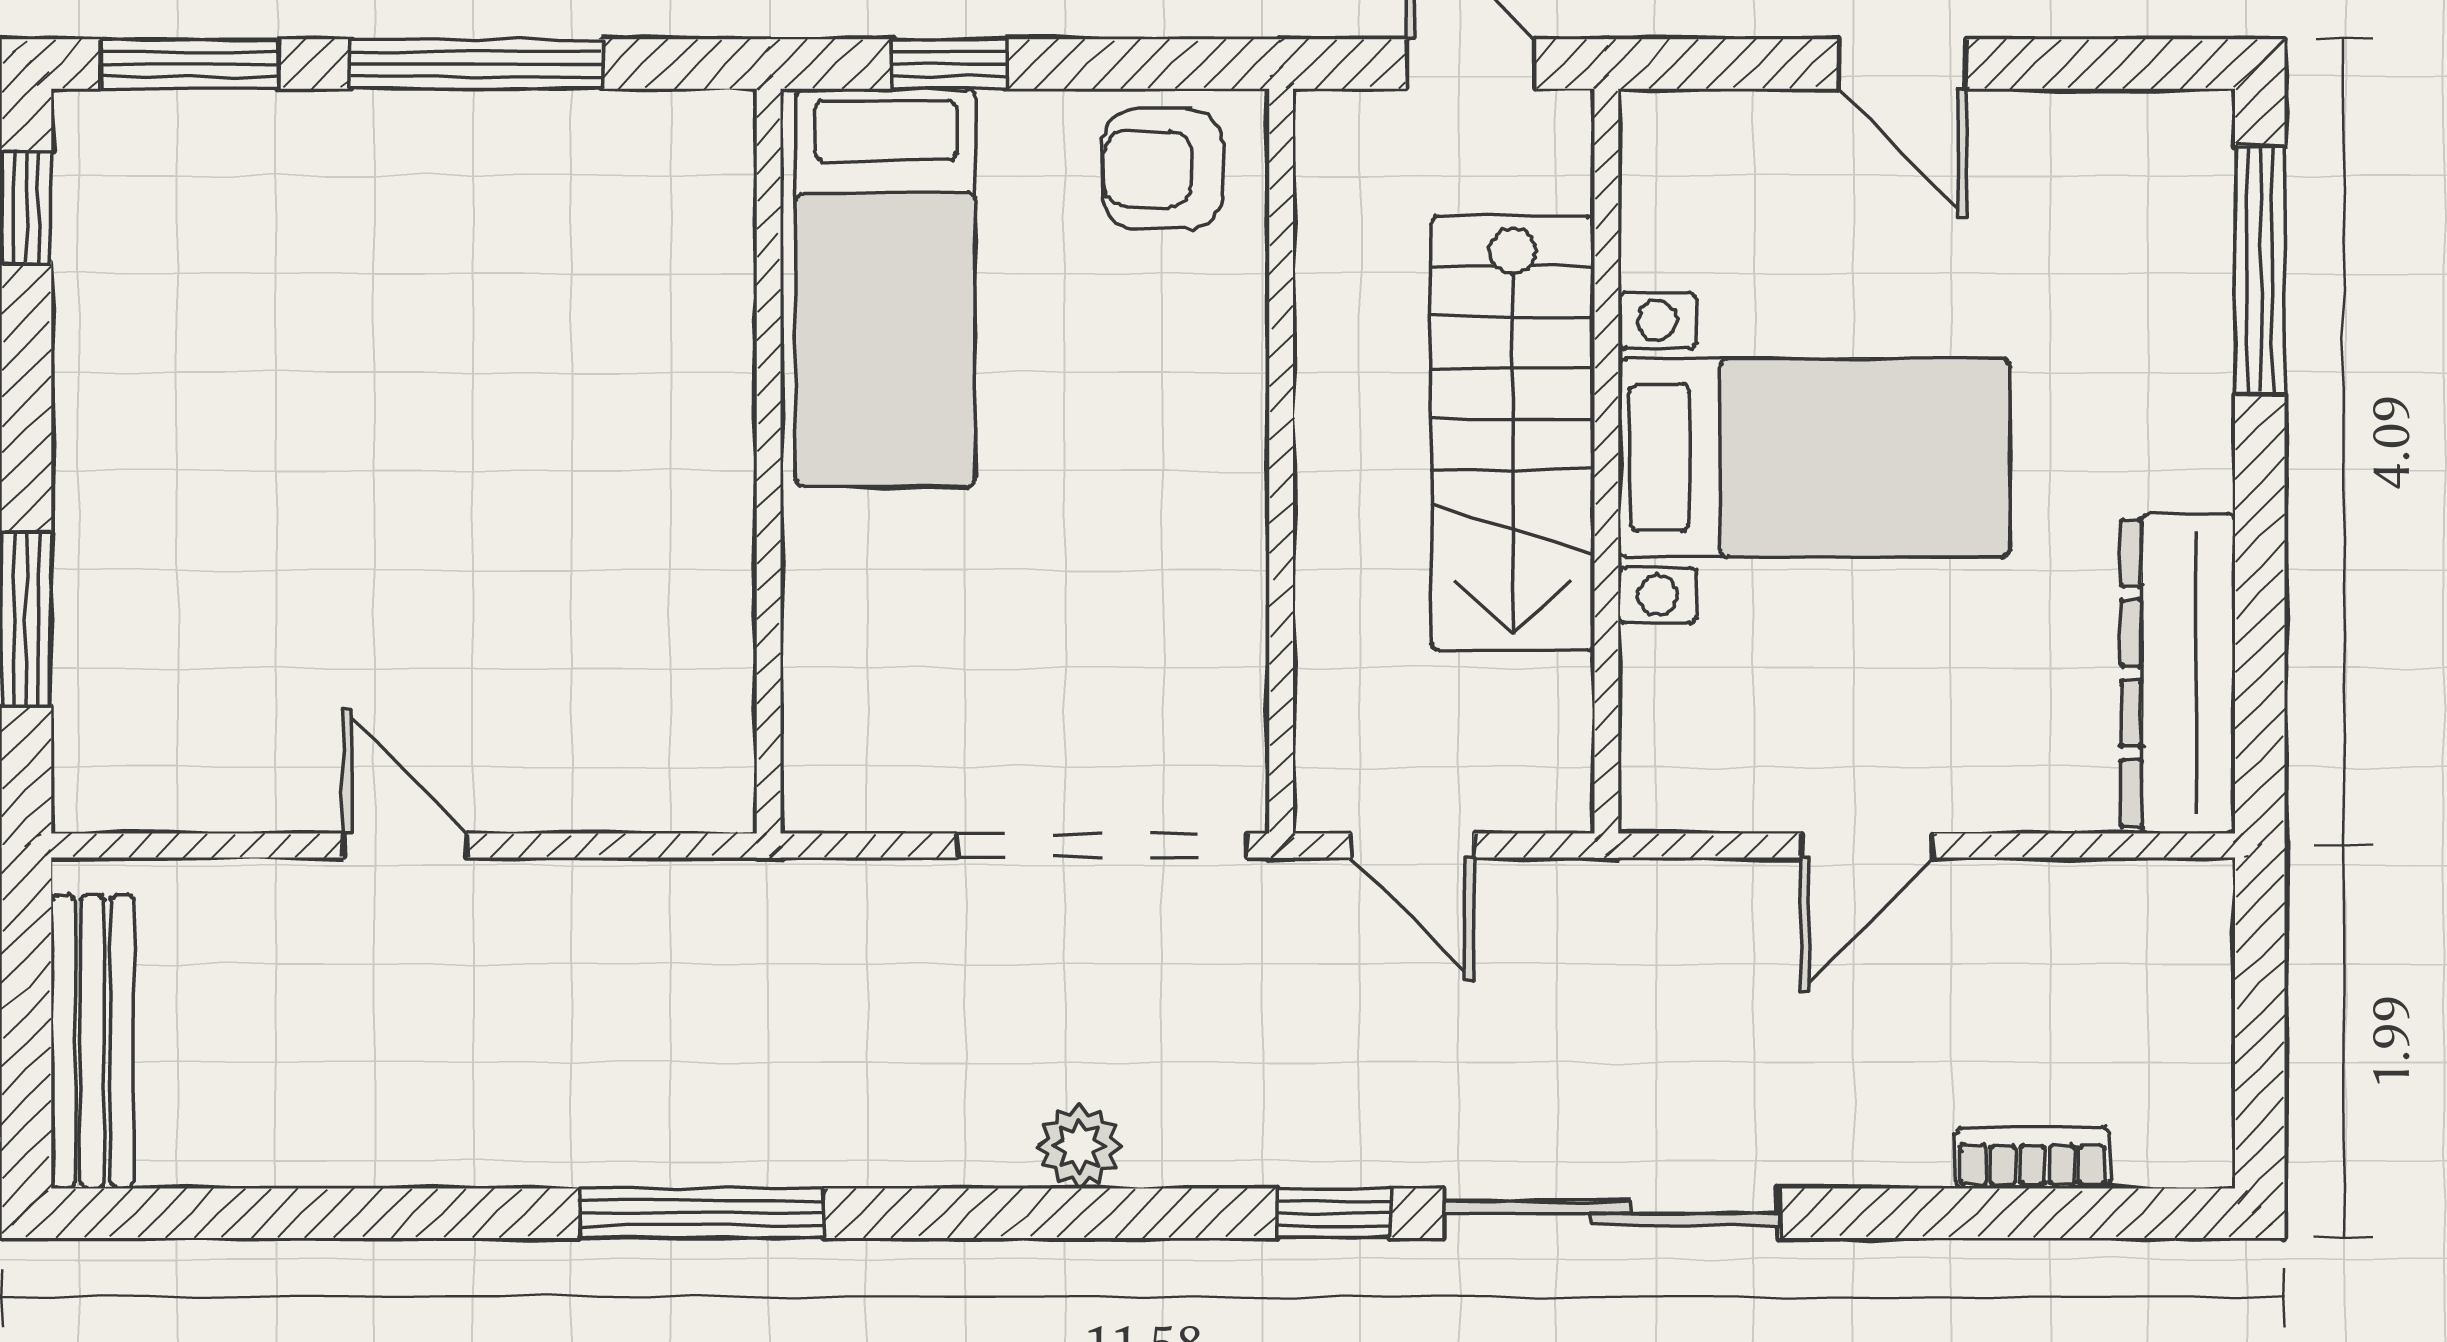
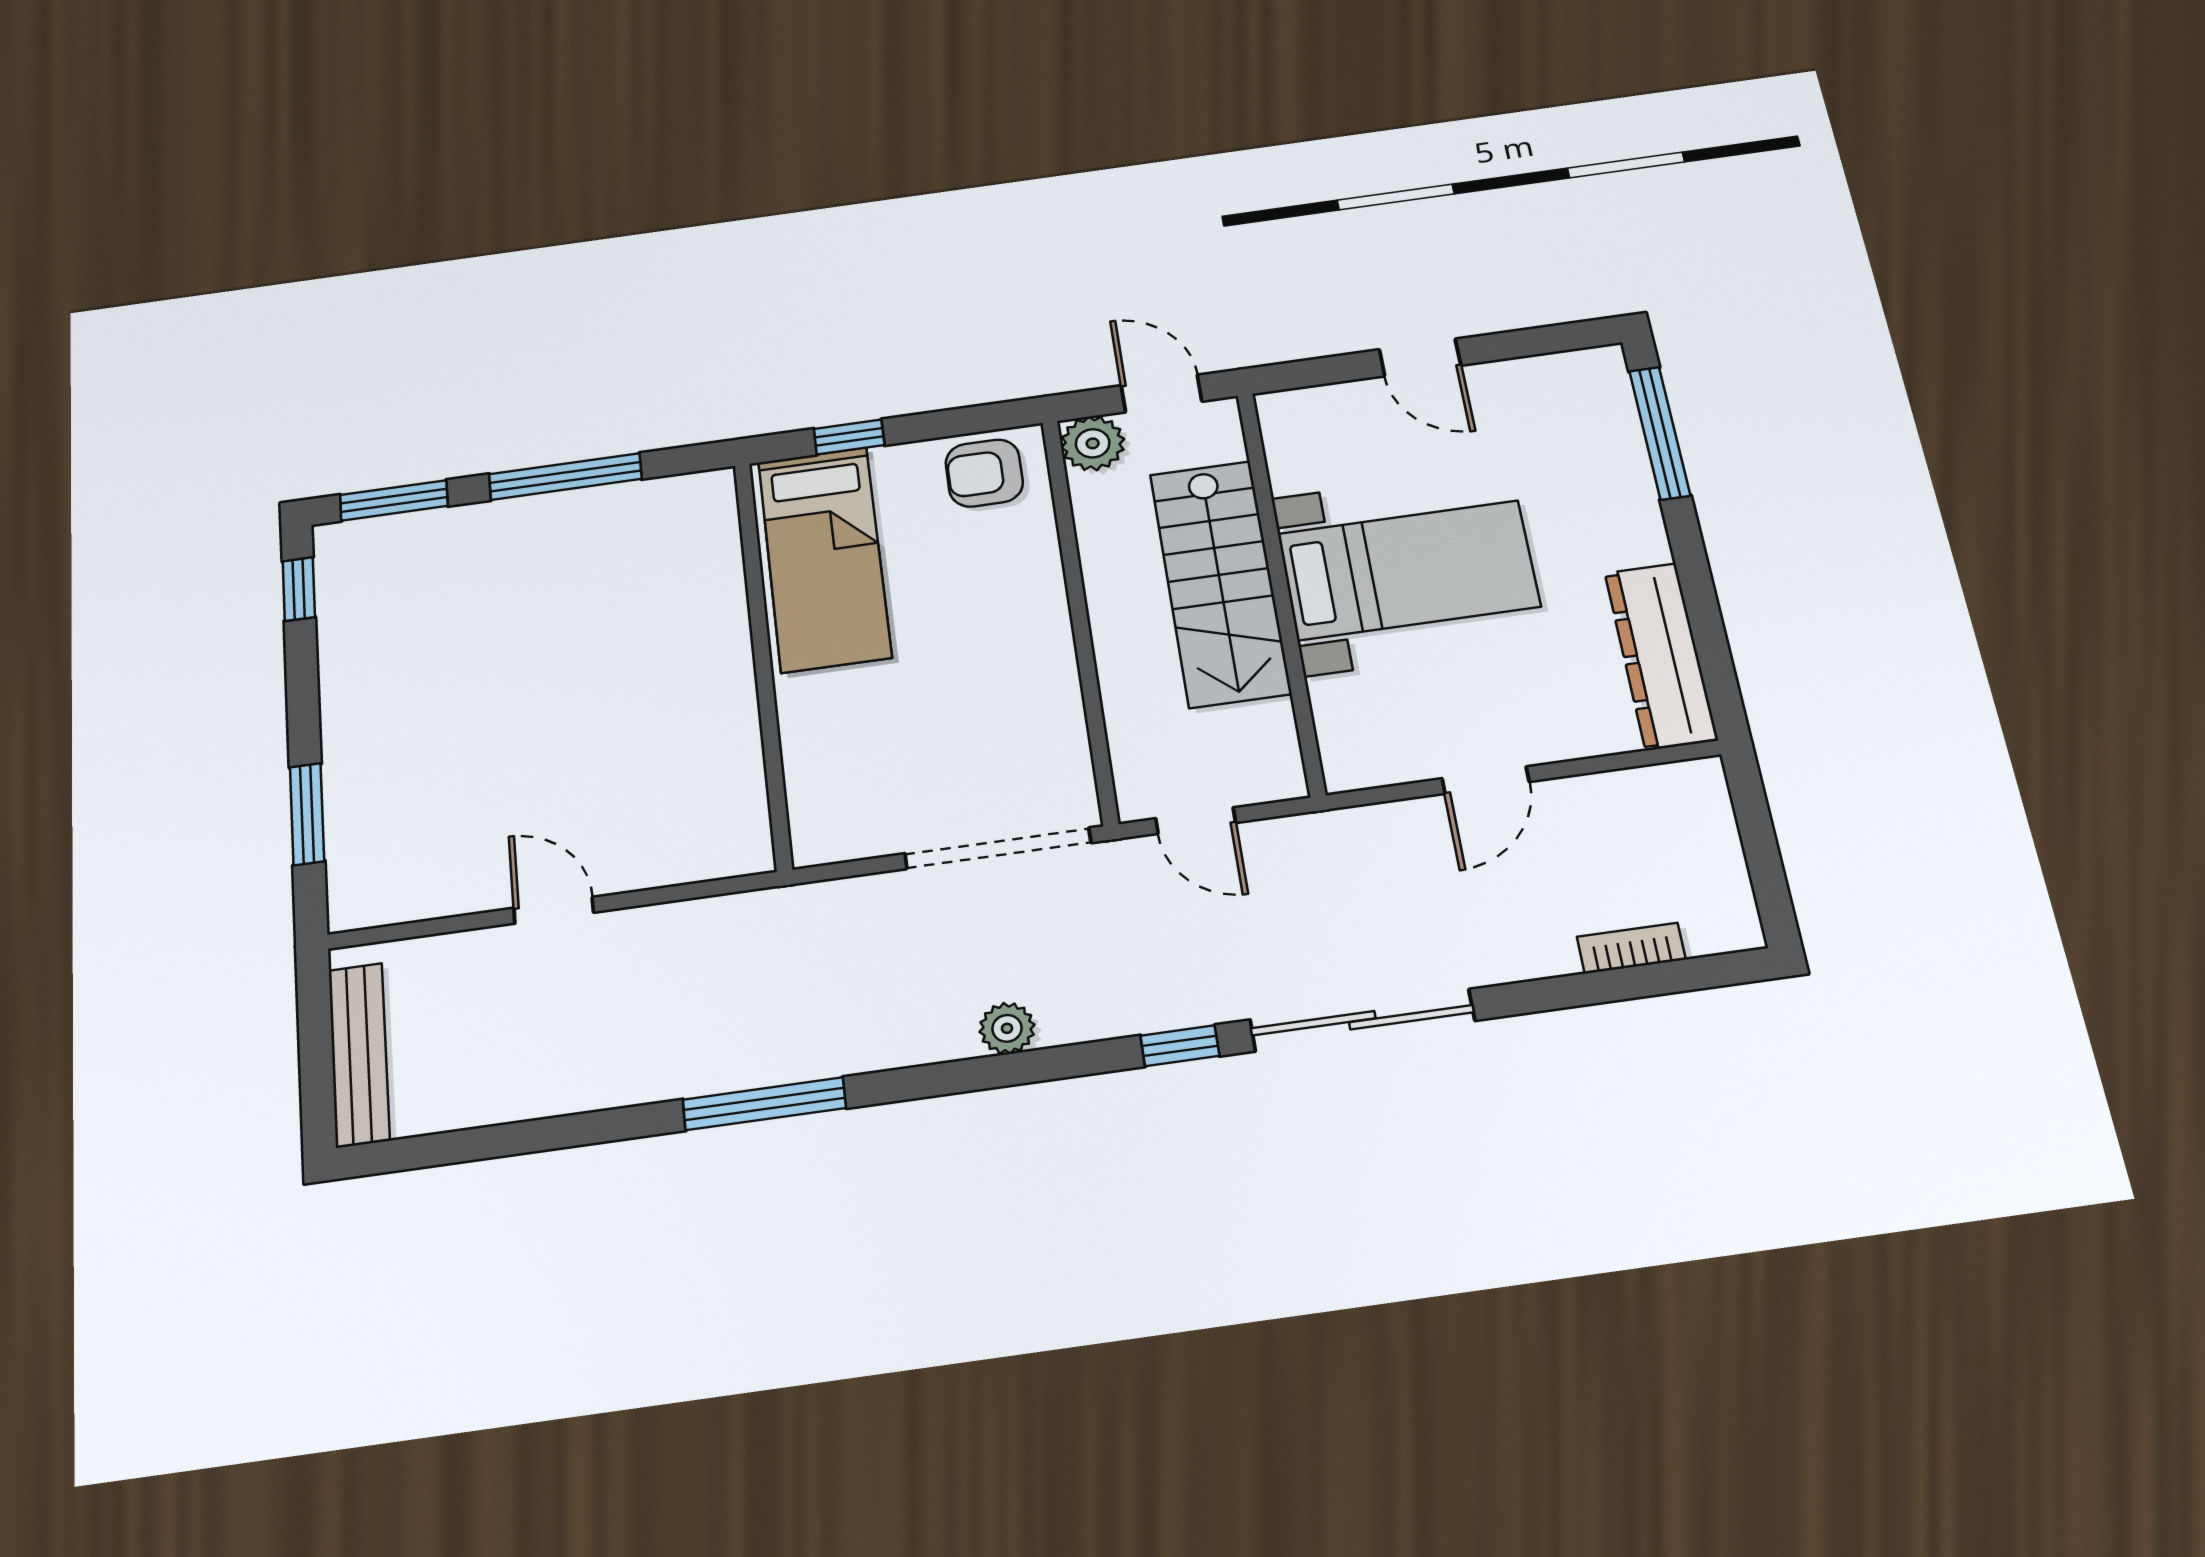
plant: (1345, 141) -> (1093, 443), added

